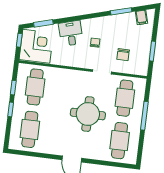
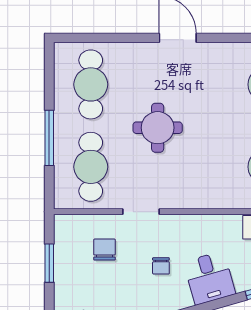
round table: (88, 114) -> (158, 128), width x0.73, depth x0.73

